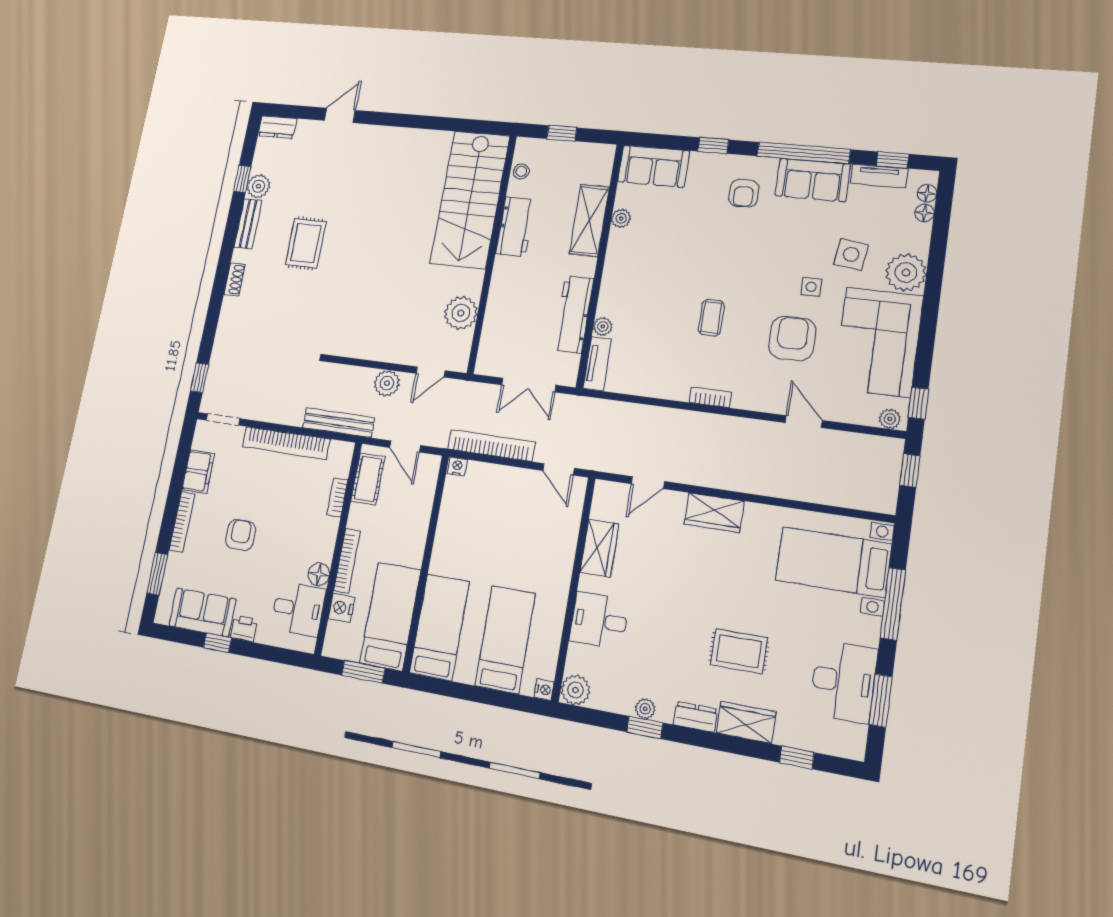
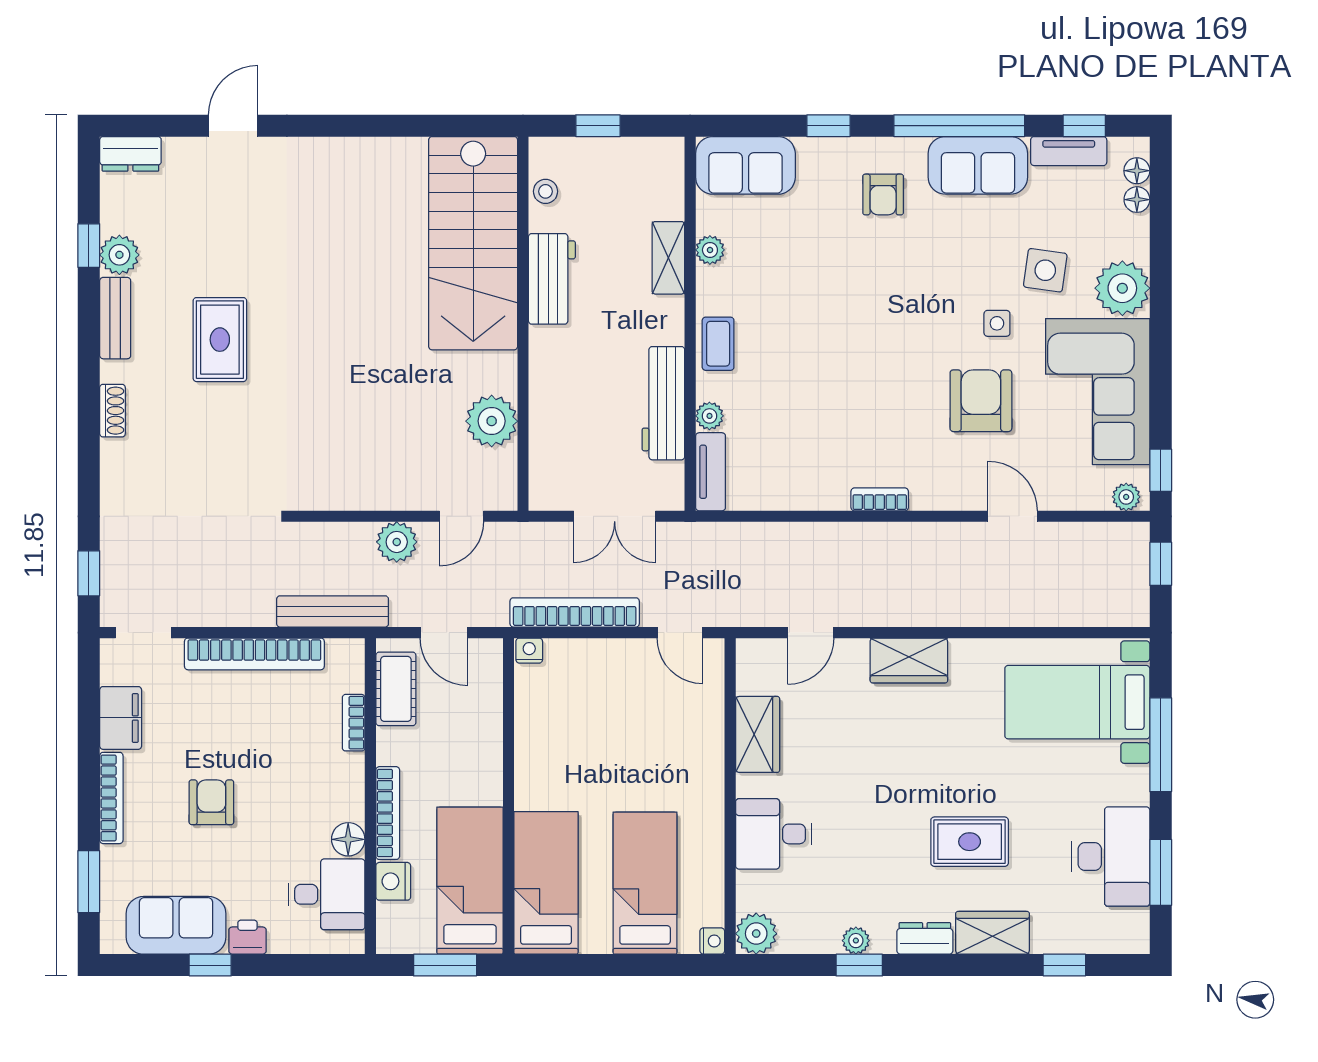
shelving: (589, 220) -> (668, 258), width x0.67, depth x0.75
coffee table: (711, 318) -> (718, 344), moved

